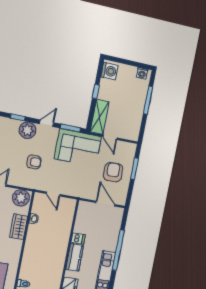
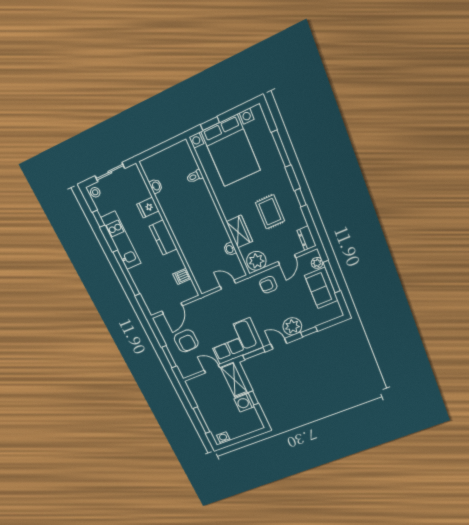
washing machine: (109, 71) -> (244, 403), moved
door: (47, 123) -> (279, 344), swing flipped
armchair: (34, 162) -> (268, 285), moved
door: (105, 204) -> (172, 308), hinge flipped
dishwasher: (78, 239) -> (182, 276), moved

